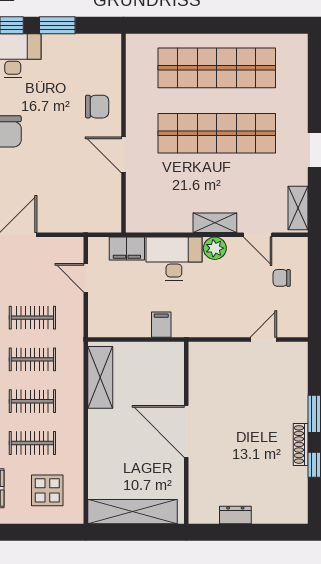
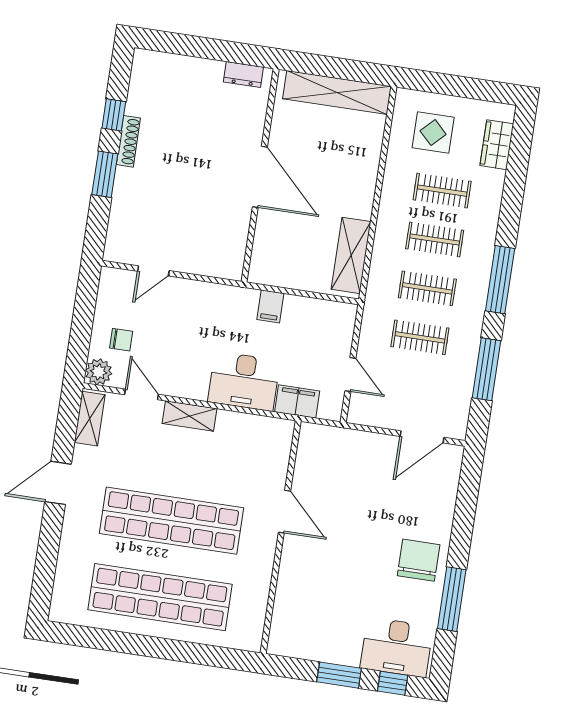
chair: (97, 107) -> (307, 573), removed
plant: (215, 248) -> (99, 372), moved
dresser: (235, 515) -> (243, 74), moved

